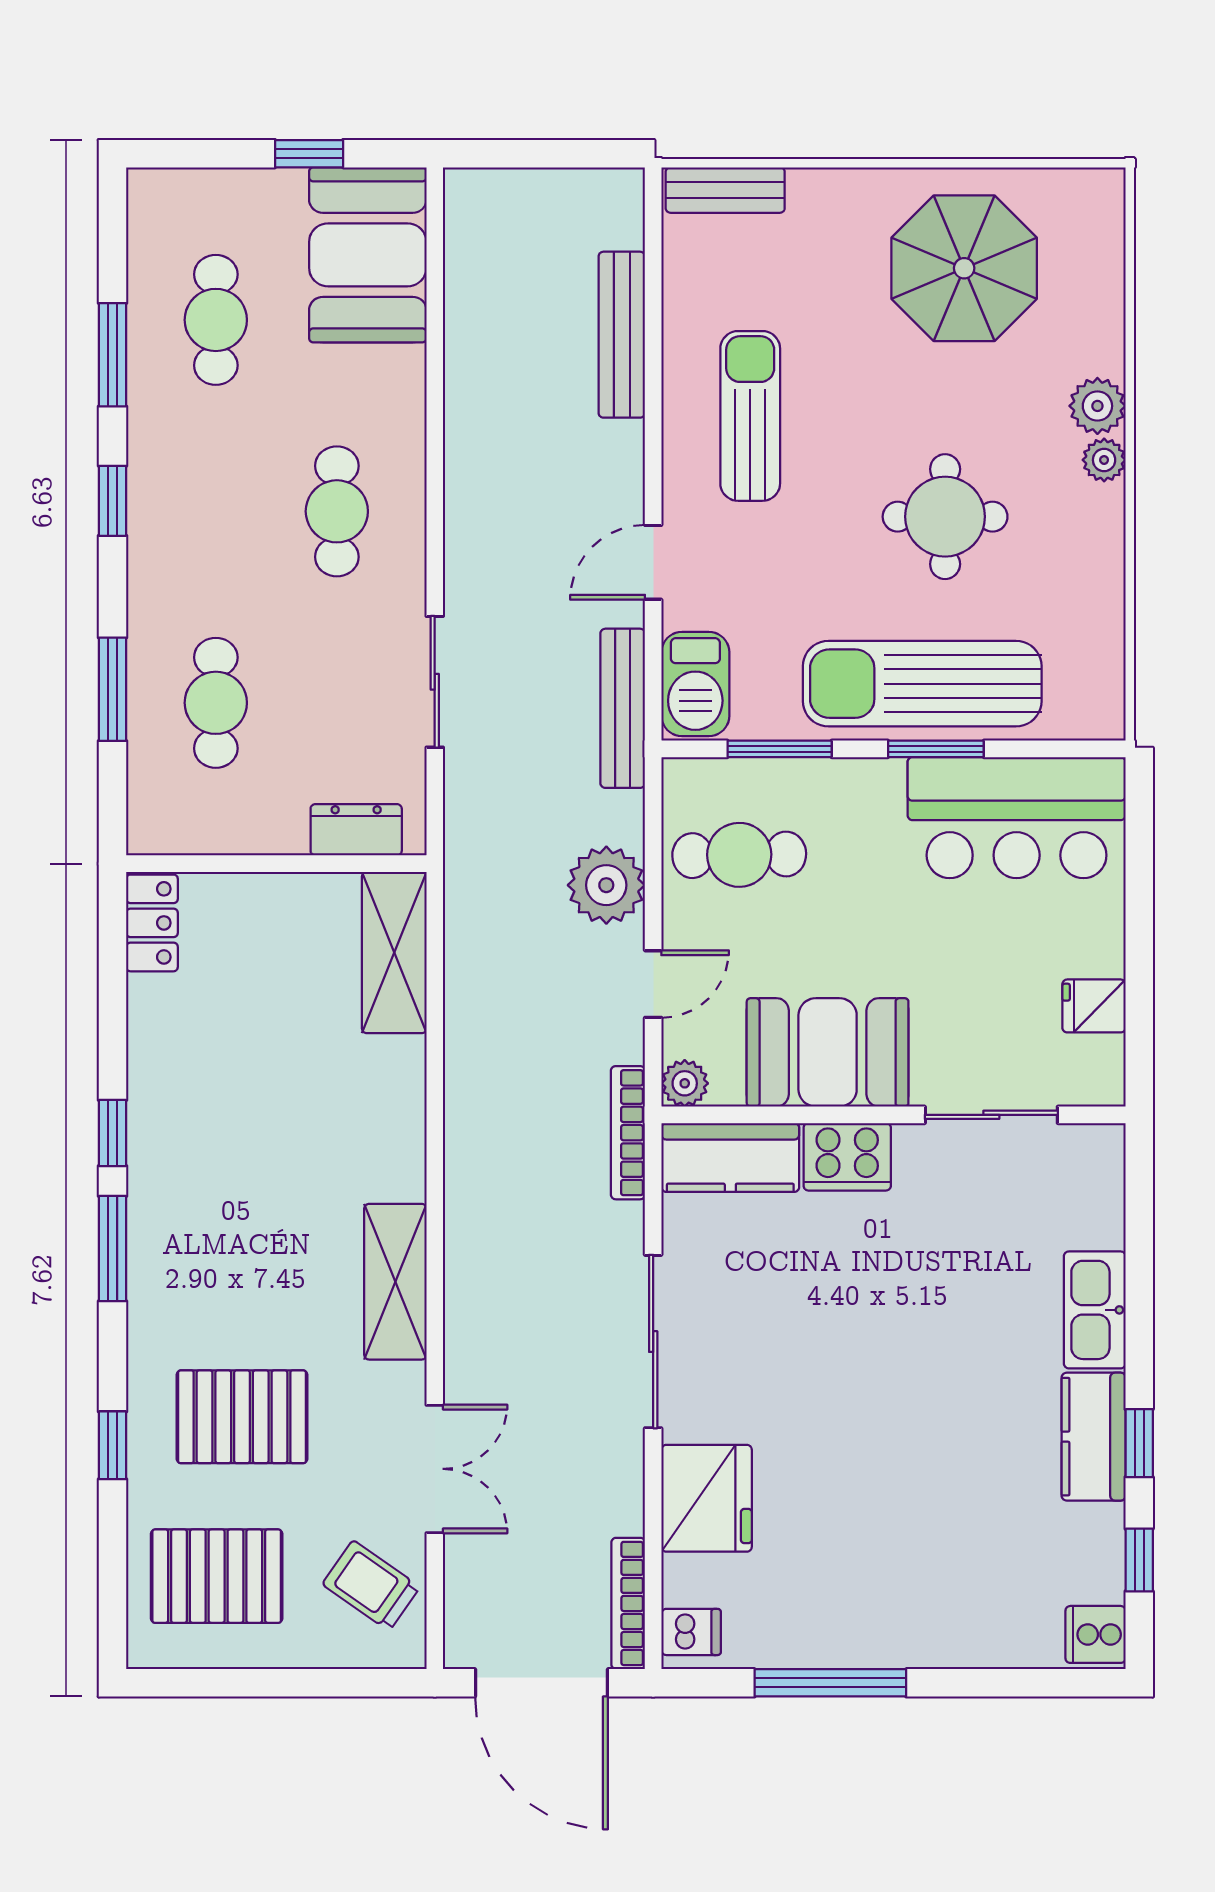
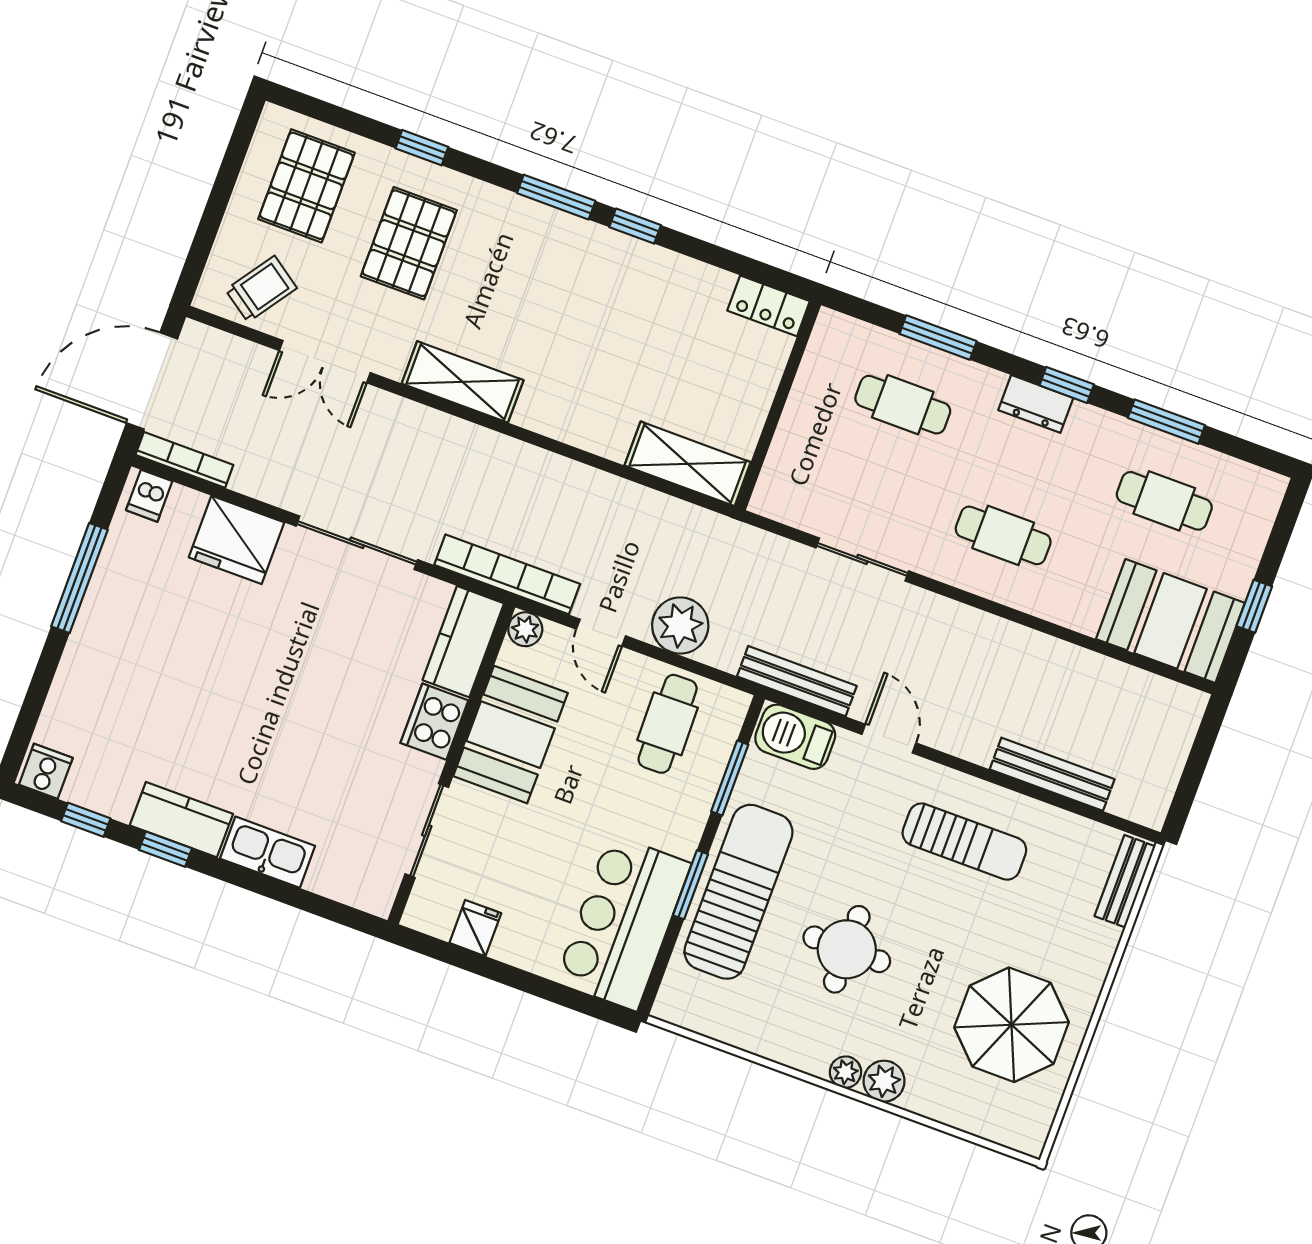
dresser: (356, 830) -> (1036, 404), moved, turned 90
bookcase: (628, 1133) -> (507, 574), width x1.48, depth x1.31

